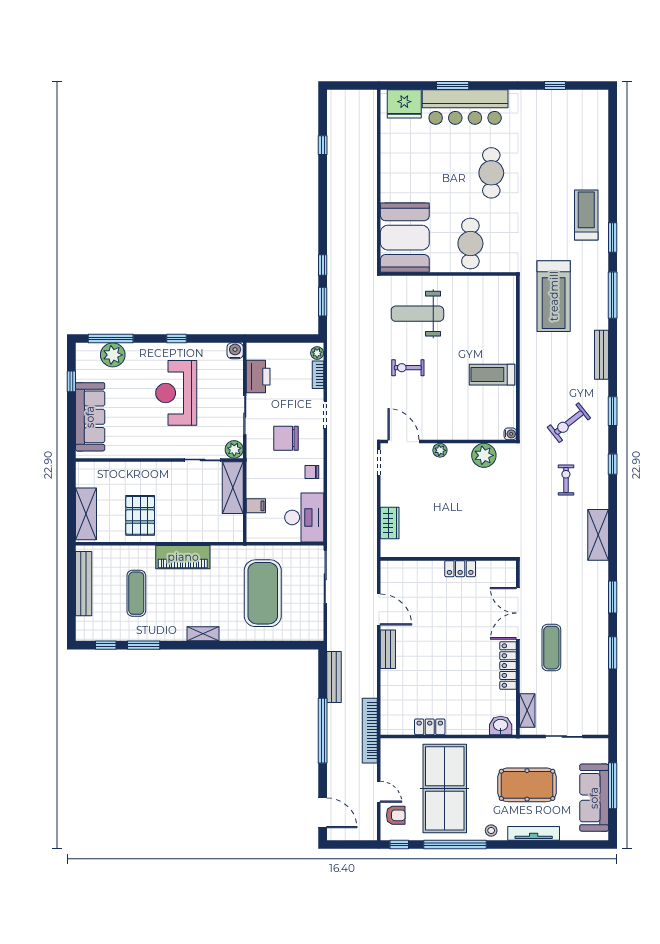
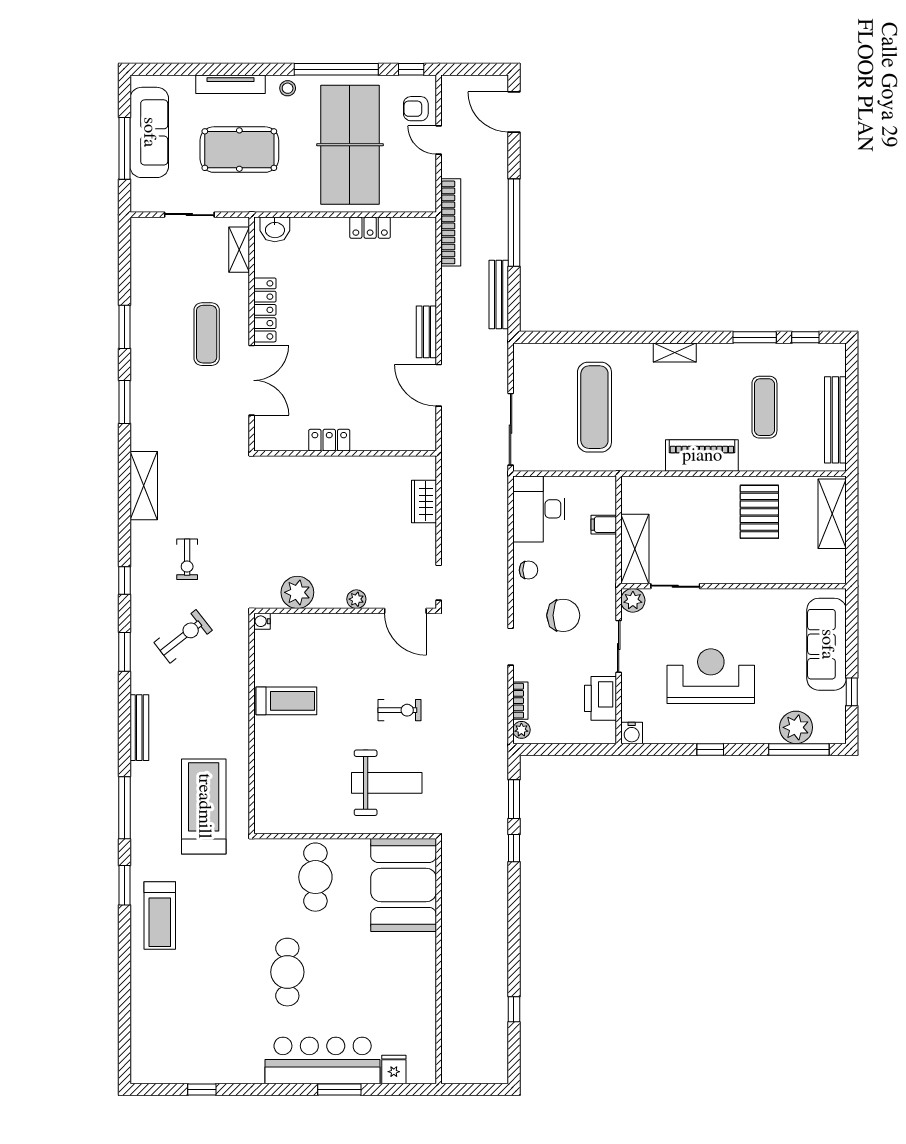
fridge: (404, 104) -> (394, 1069), width x0.53, depth x0.75
reception desk: (176, 393) -> (711, 676), turned -90
exercise mat: (263, 593) -> (594, 407), width x0.68

